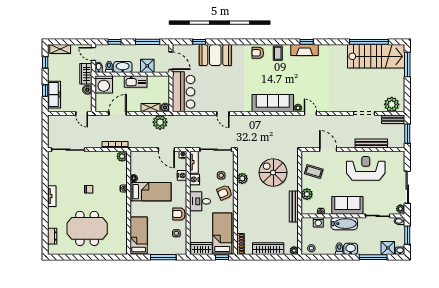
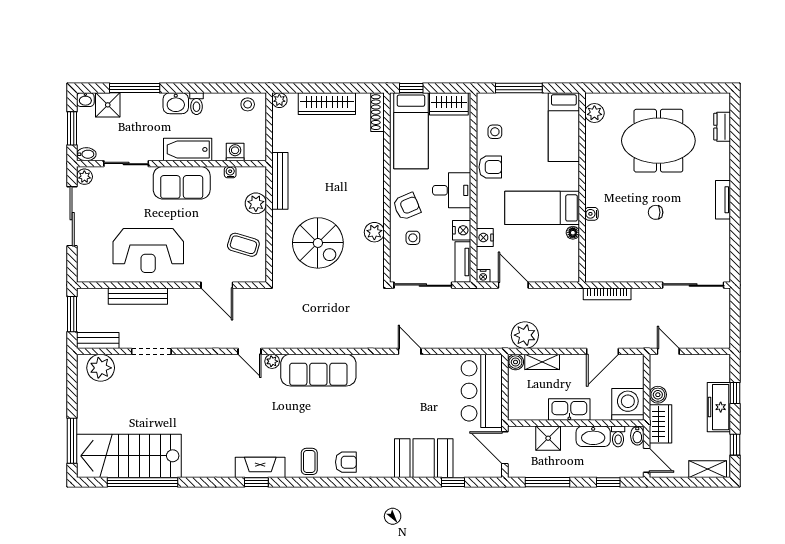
freezer: (54, 95) -> (719, 407), moved
plant: (122, 156) -> (594, 113), moved

